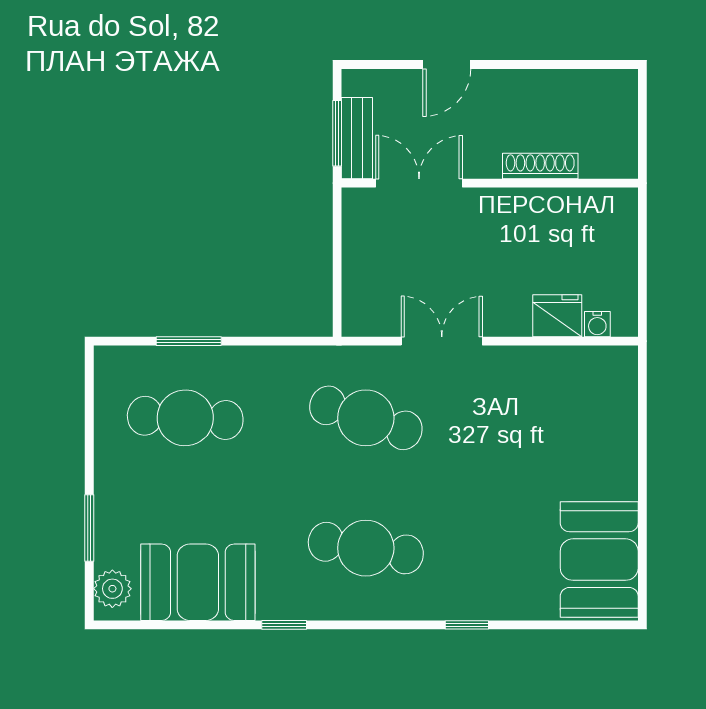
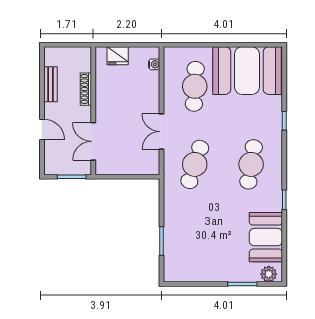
bench: (357, 138) -> (51, 84), moved, turned 90
fridge: (557, 316) -> (118, 56), moved, turned -90
cafe table: (185, 418) -> (195, 86), moved
booth: (599, 560) -> (247, 71), width x1.36, depth x1.42

